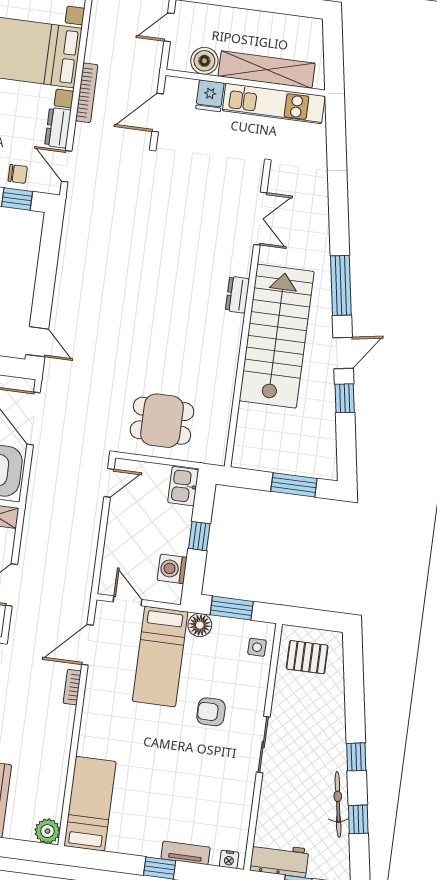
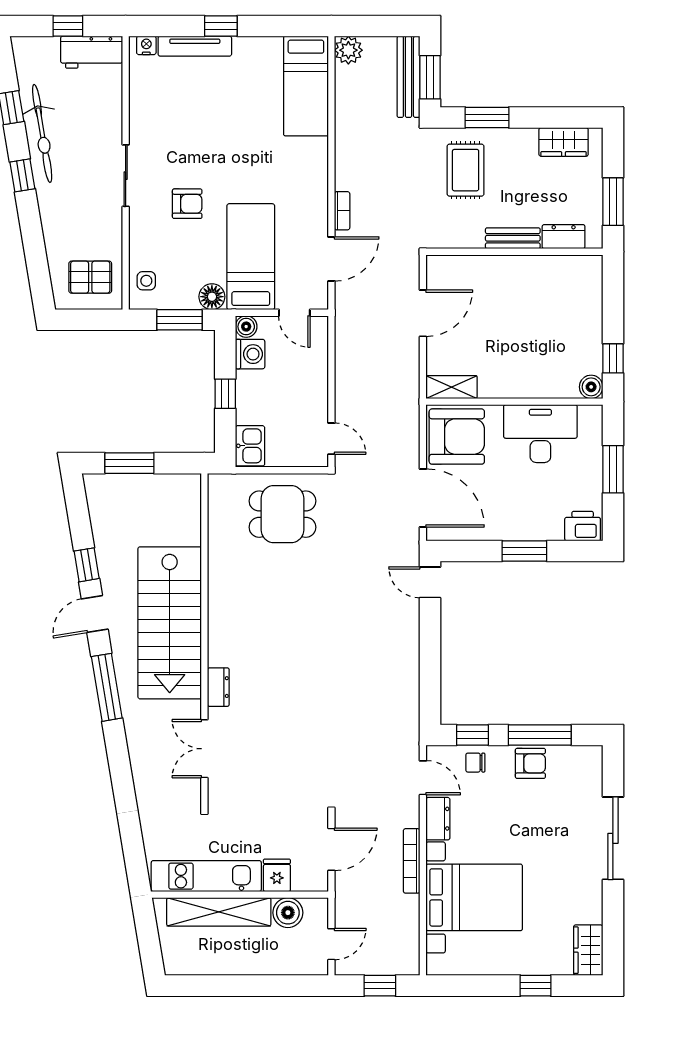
dresser: (237, 295) -> (218, 687), moved
door: (109, 483) -> (331, 439), swing flipped
boiler: (172, 594) -> (246, 327), added
bicycle: (338, 804) -> (42, 133), width x1.37, depth x1.40
tv unit: (185, 853) -> (195, 46), width x1.41

